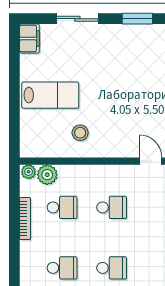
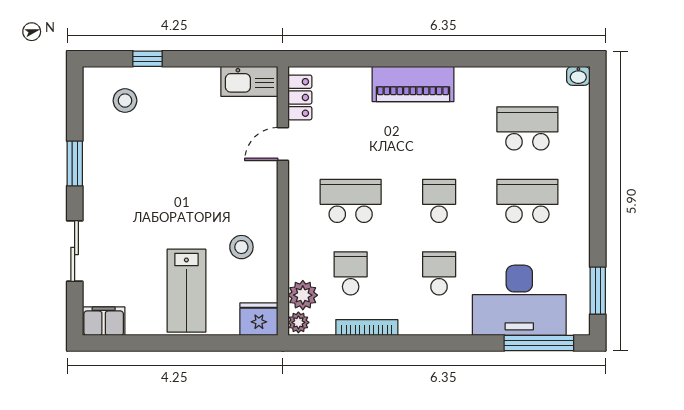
lab bench: (50, 95) -> (186, 291), turned 180
fridge: (31, 145) -> (259, 319), added
school desk: (112, 207) -> (351, 201), width x1.85

